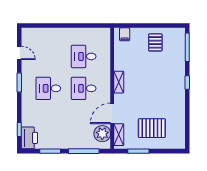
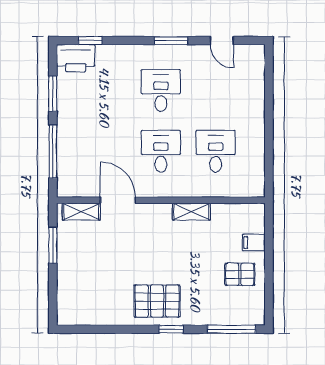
filing cabinet: (125, 34) -> (254, 243), moved
door: (19, 53) -> (222, 41), hinge flipped
shelving: (119, 82) -> (191, 212), moved
pallet: (152, 128) -> (157, 301), moved, turned 90
plant: (102, 134) -> (83, 183), removed

